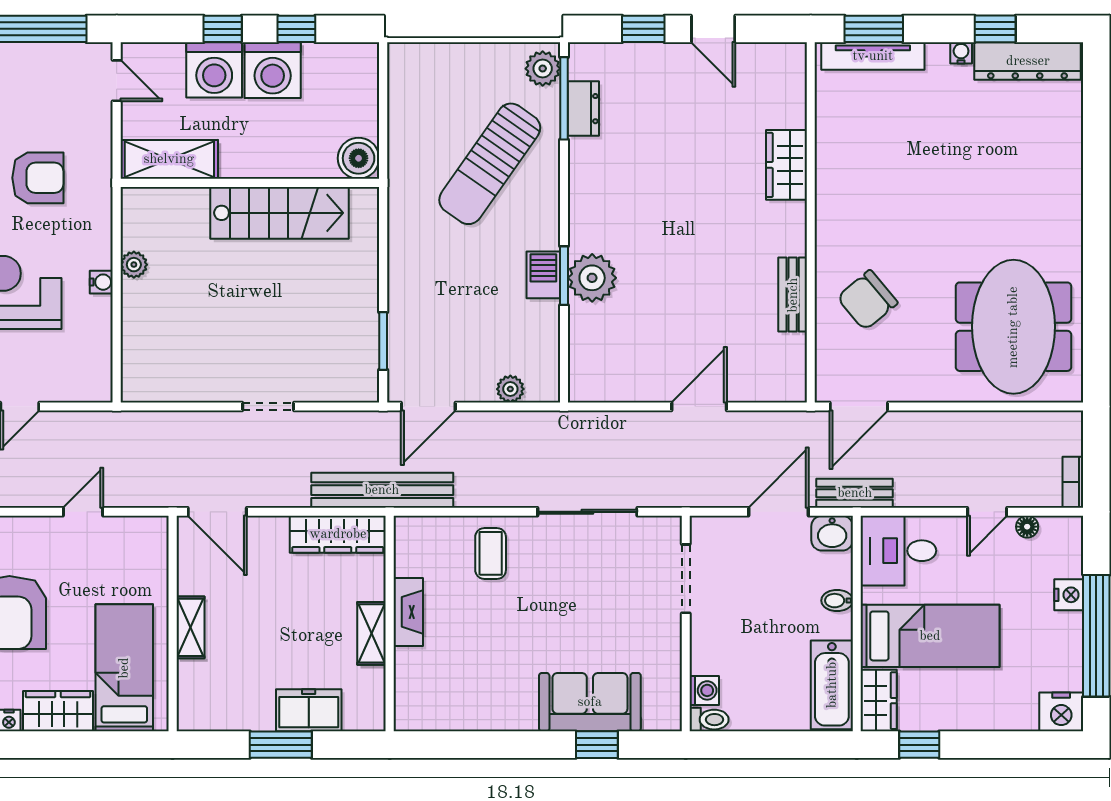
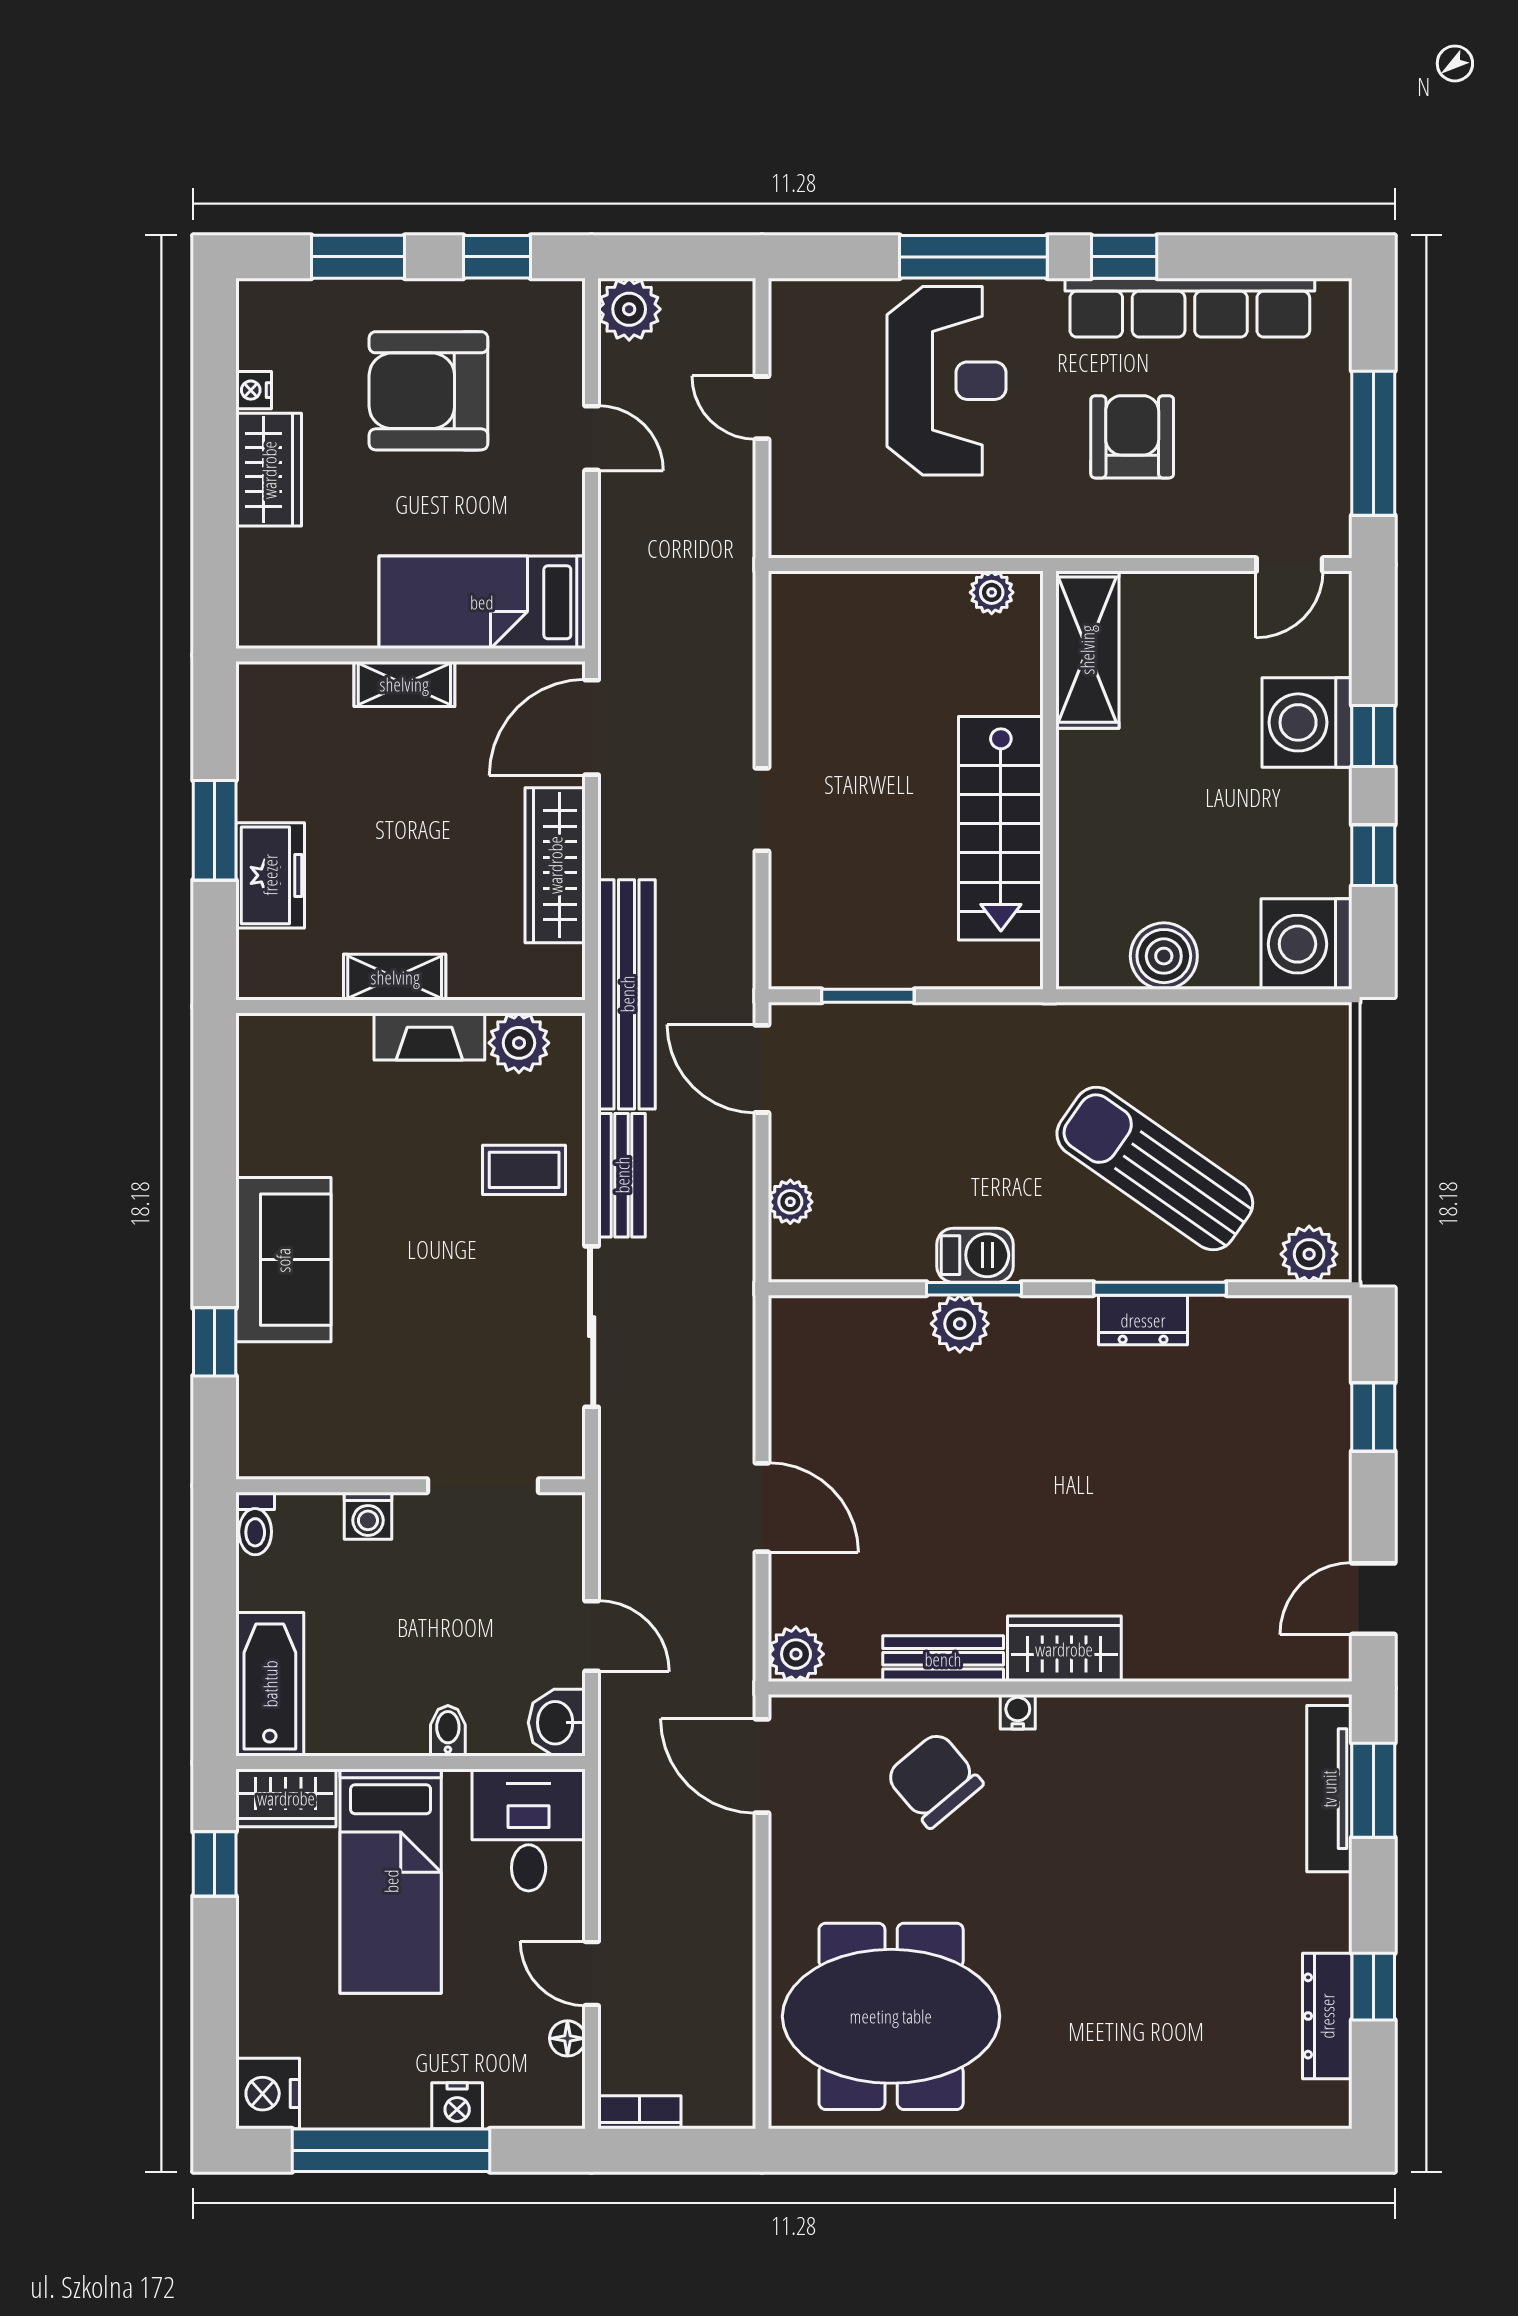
door: (713, 29) -> (1373, 1599), moved
water cooler: (961, 53) -> (1018, 1712), moved, turned -90
dresser: (1028, 61) -> (1327, 2016), width x0.73, depth x0.80
washing machine: (273, 70) -> (1307, 944), moved
window: (564, 98) -> (1160, 1289), moved
dresser: (583, 109) -> (1143, 1320), moved
shelving: (169, 159) -> (1087, 650), moved
wardrobe: (786, 165) -> (1064, 1649), moved
armchair: (38, 178) -> (1132, 437), turned 180
wall: (250, 183) -> (1049, 780), moved
stairs: (280, 213) -> (1001, 828), moved
plant: (592, 278) -> (960, 1324), width x0.73, depth x0.73
water cooler: (101, 282) -> (963, 540), removed
plant: (790, 386) -> (796, 1654), added
bench: (855, 493) -> (622, 1175), moved
door: (83, 512) -> (592, 438), moved
door: (779, 512) -> (592, 1636), width x0.73
wardrobe: (338, 534) -> (555, 865), moved
plant: (412, 557) -> (519, 1043), added
bed: (124, 668) -> (482, 602), moved, turned 180
bathtub: (832, 685) -> (270, 1684), moved, turned 90
washing machine: (704, 690) -> (368, 1516), moved
sofa: (590, 702) -> (283, 1260), moved

